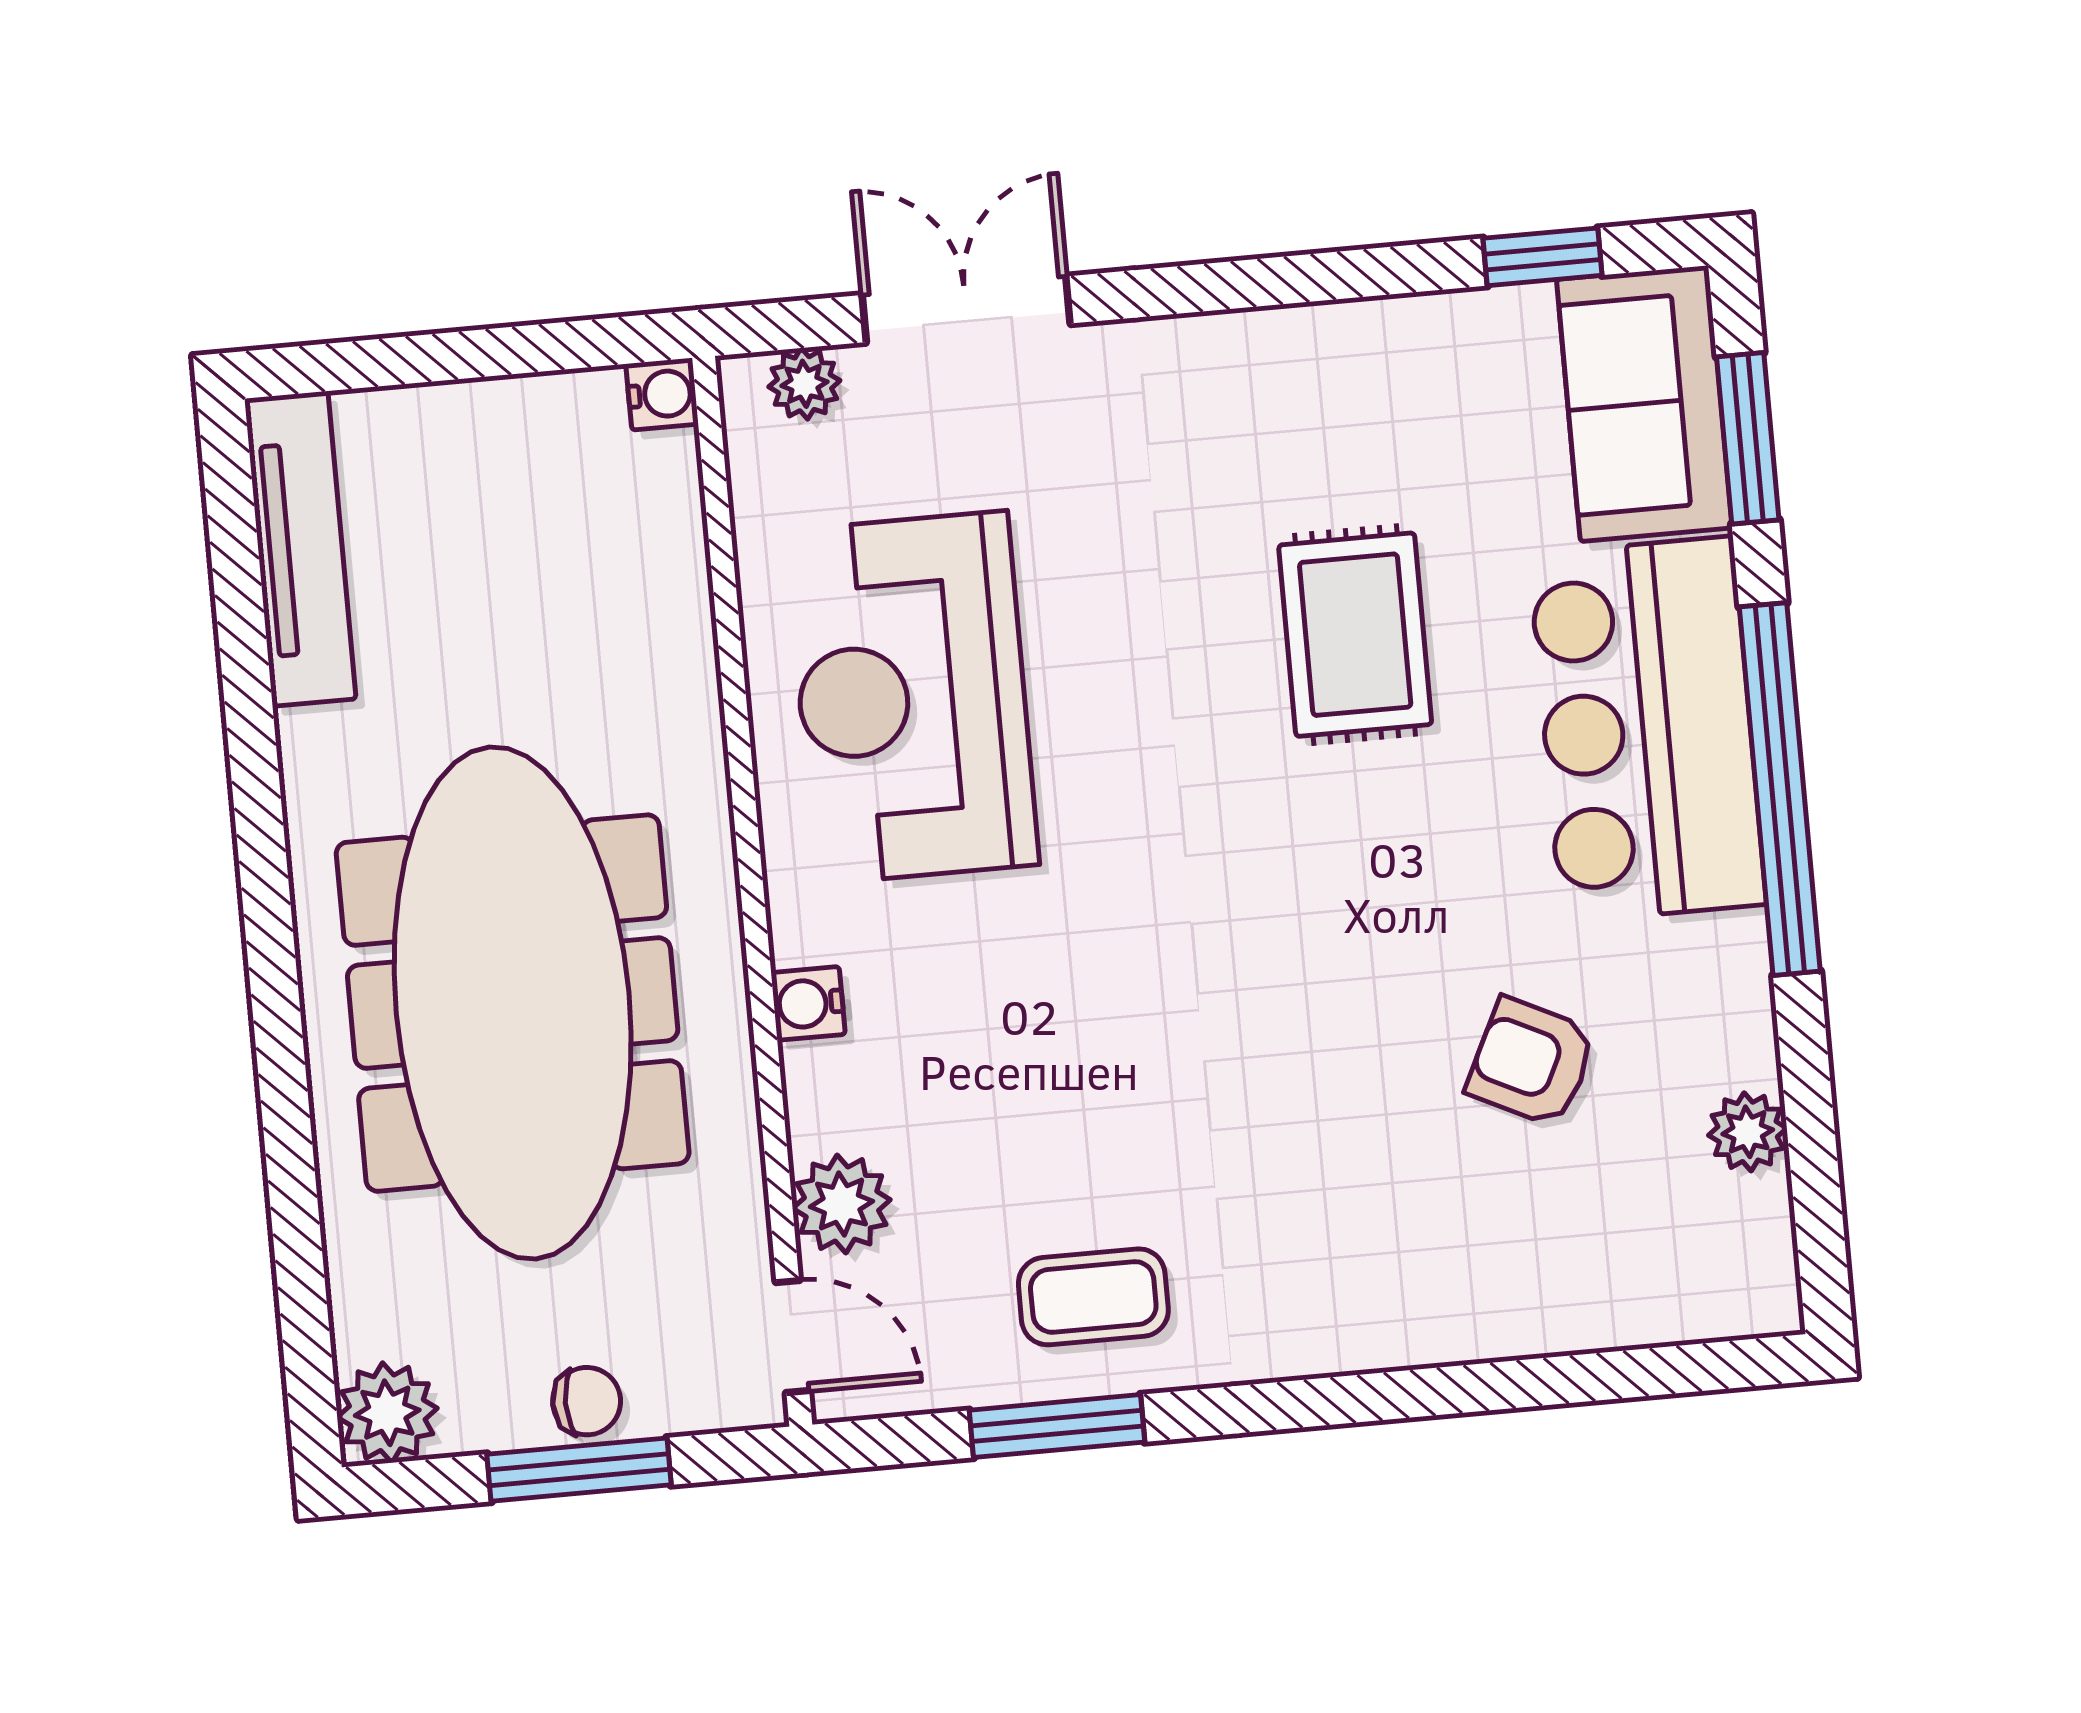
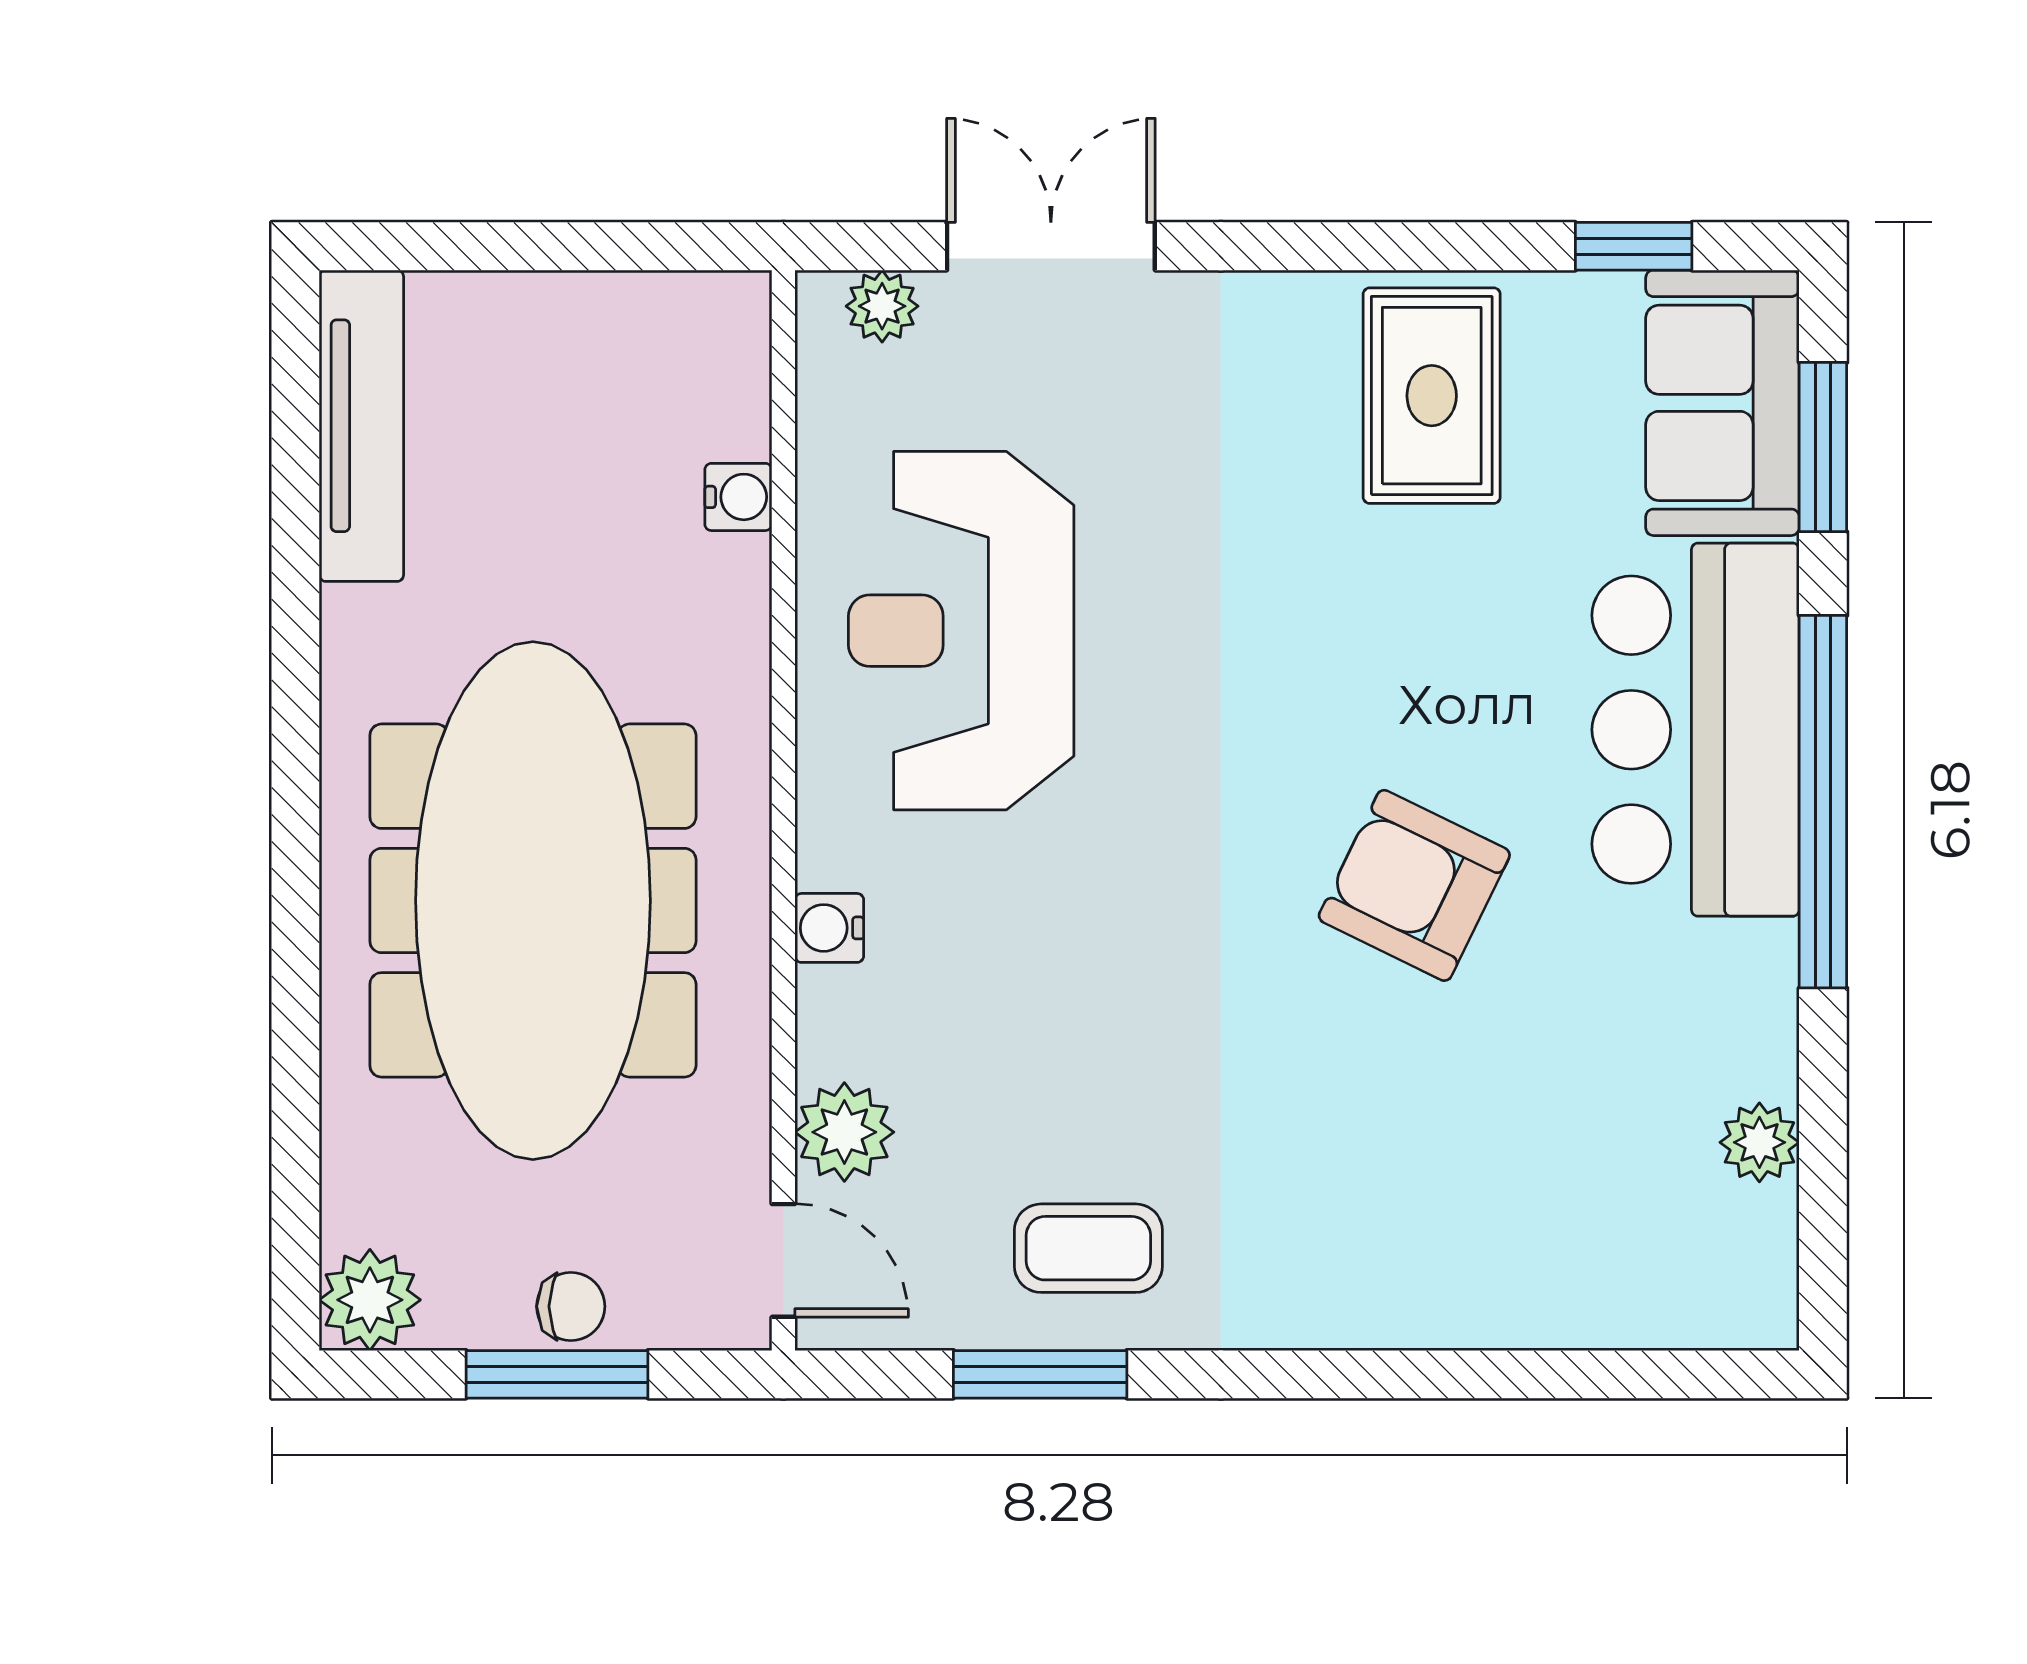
water cooler: (662, 394) -> (738, 497), moved
rug: (1355, 635) -> (1432, 396), moved
armchair: (1531, 1062) -> (1414, 885), moved, width x1.38, depth x1.38

